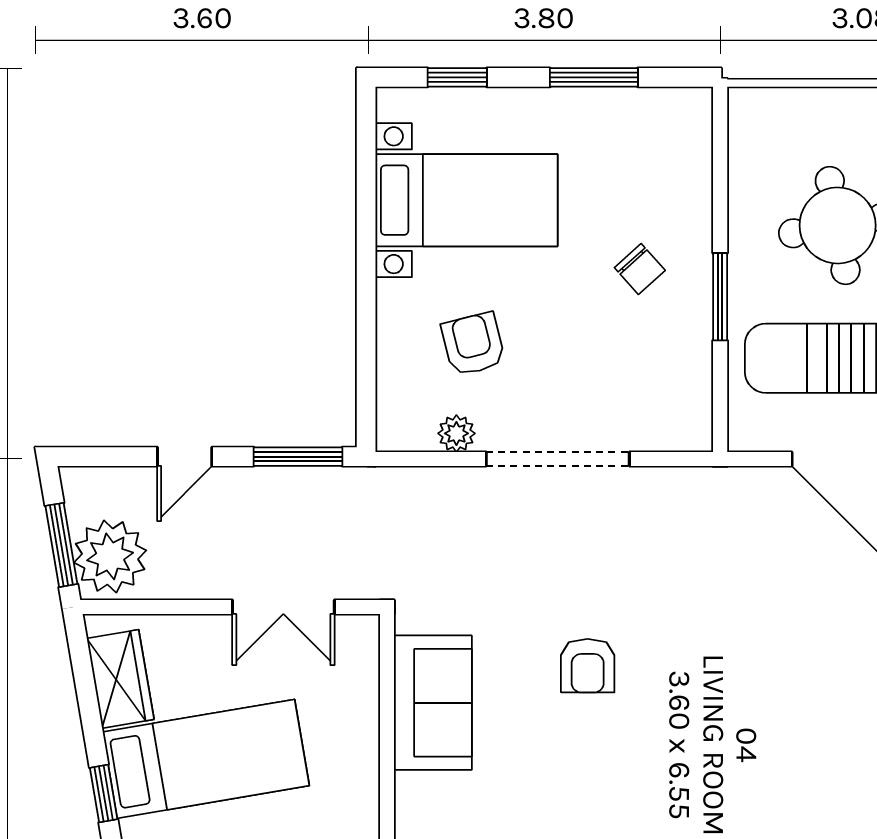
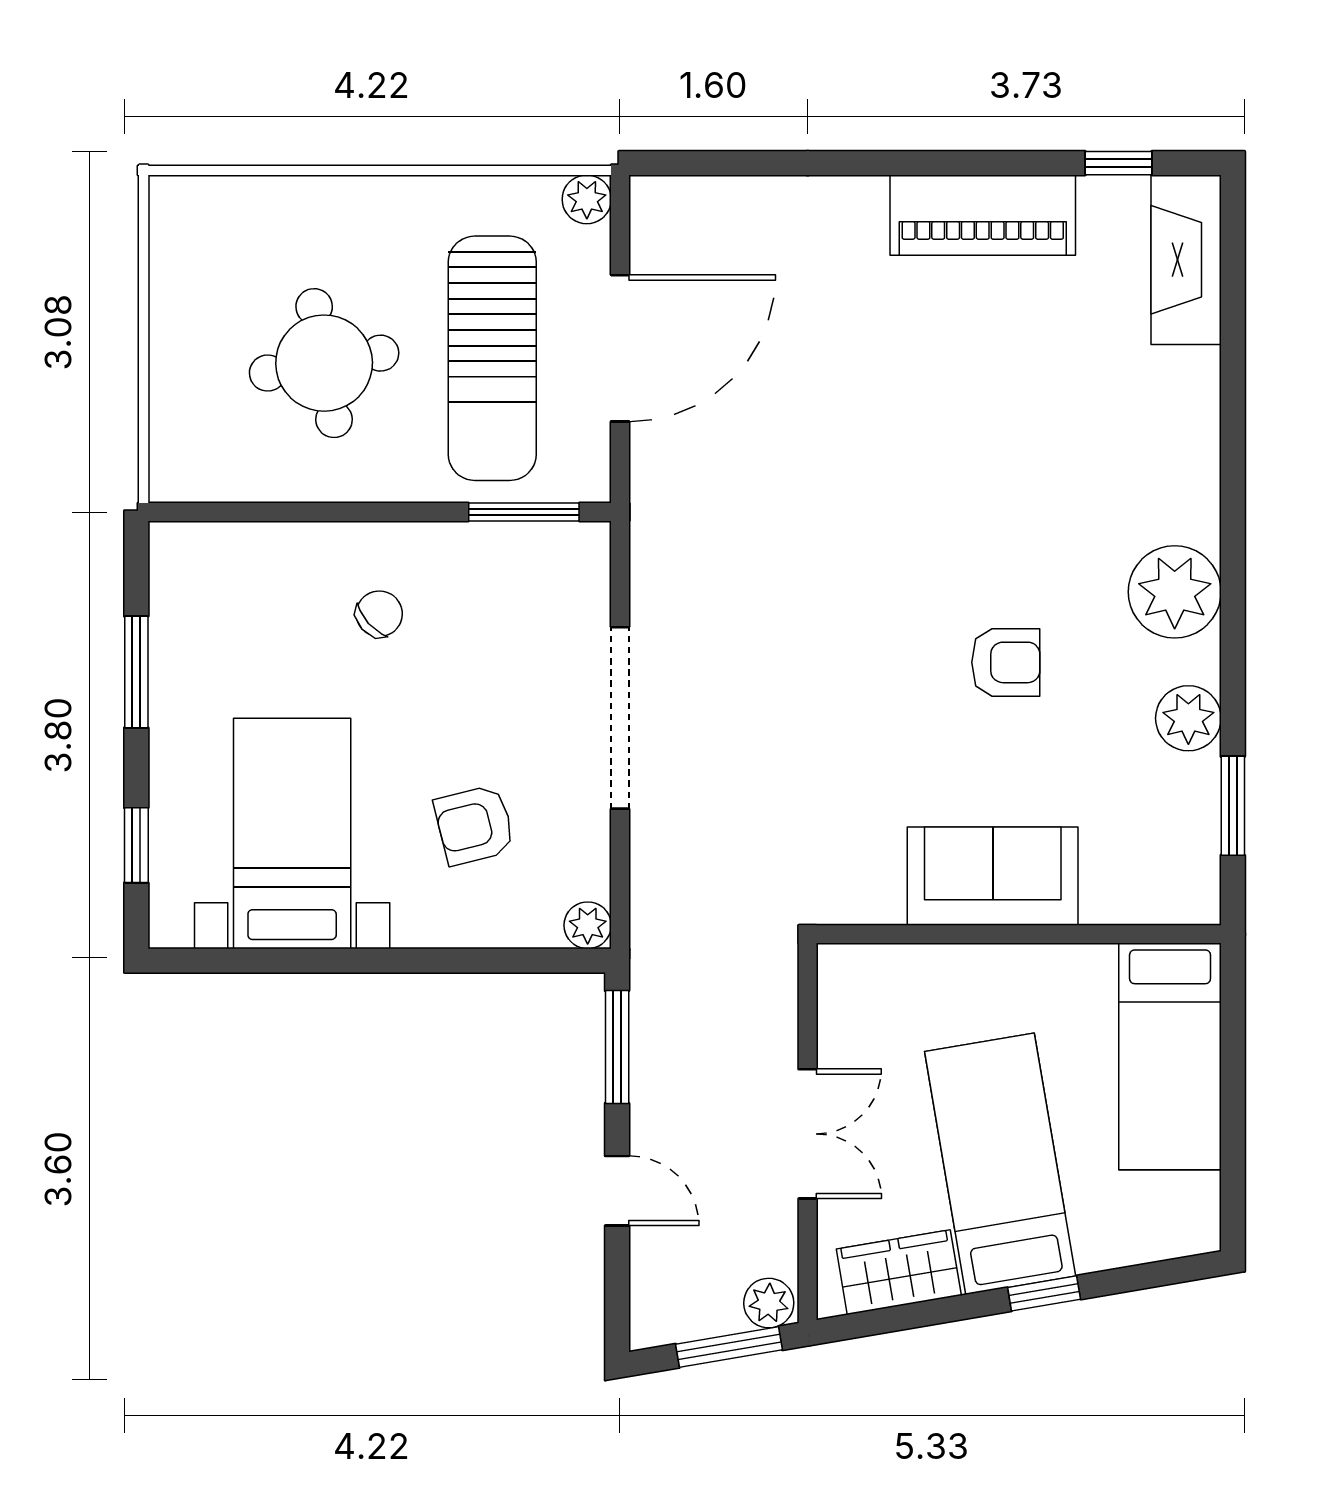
window: (720, 297) -> (524, 512), moved
plant: (456, 433) -> (588, 925), moved
plant: (110, 556) -> (769, 1303), width x0.53, depth x0.53
double door: (283, 607) -> (808, 1134), moved
armchair: (588, 666) -> (1006, 662), moved
sofa: (433, 703) -> (993, 876), moved

